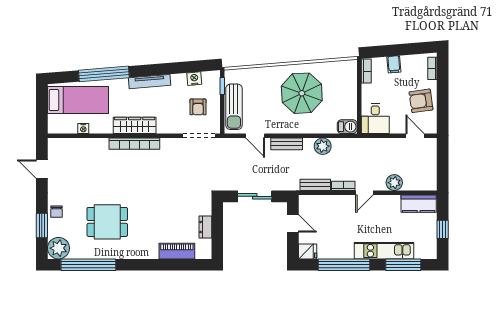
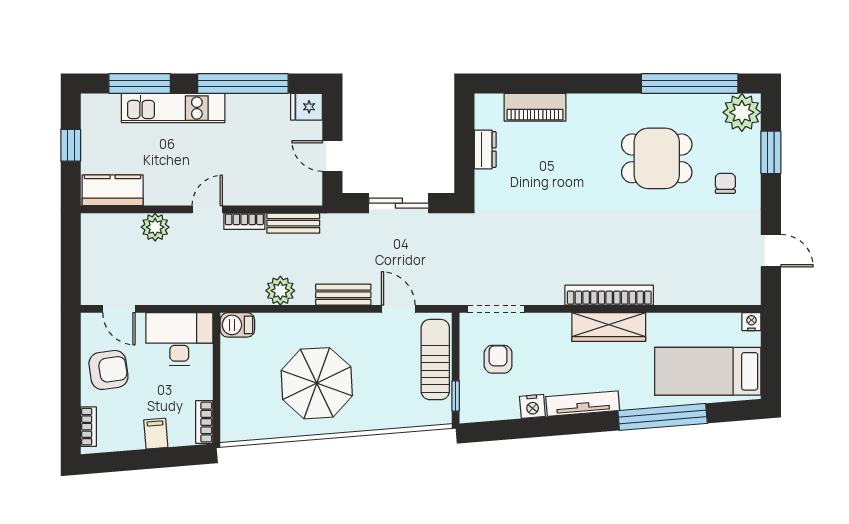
nightstand: (194, 79) -> (532, 406), moved
desk: (375, 119) -> (179, 339), width x1.37
nightstand: (83, 128) -> (751, 322), moved
chair: (56, 212) -> (725, 183), moved

